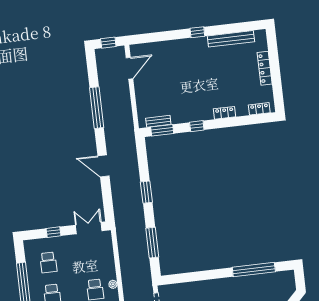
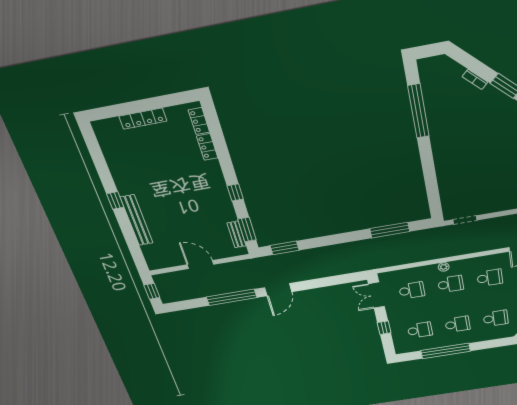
bench: (231, 39) -> (137, 220), moved
door: (129, 68) -> (200, 265), moved
locker: (224, 113) -> (207, 147), moved
door: (103, 166) -> (278, 290), moved
window: (146, 192) -> (285, 248), moved
school desk: (91, 257) -> (412, 290), added

